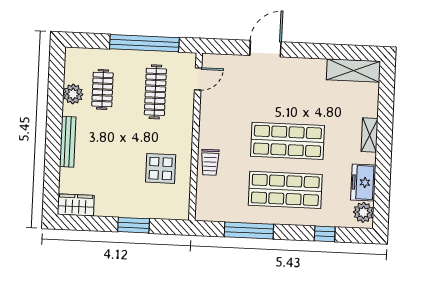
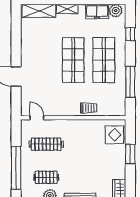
window: (144, 43) -> (16, 168), moved
shelving: (354, 71) -> (39, 11), moved, turned 90
display table: (161, 168) -> (115, 135), moved

